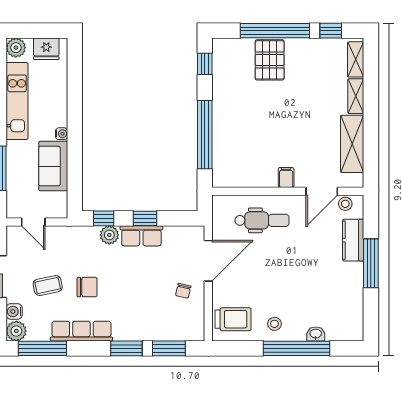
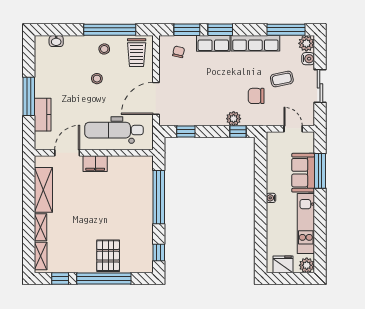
sofa: (53, 166) -> (303, 173), moved, turned 180
filing cabinet: (286, 178) -> (95, 164), width x2.00
stool: (345, 204) -> (97, 79), moved
window: (145, 218) -> (186, 132), moved
dental chair: (262, 220) -> (114, 130), width x1.36, depth x1.38
row of seats: (141, 236) -> (213, 43), moved, turned 180
chair: (87, 287) -> (256, 96), moved
chair: (183, 291) -> (179, 52), moved
trolley: (233, 319) -> (137, 53), turned -90
washbasin: (316, 334) -> (56, 41), moved
window: (297, 348) -> (110, 30), moved

